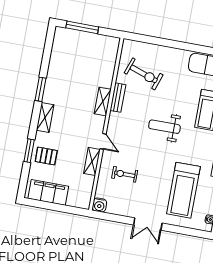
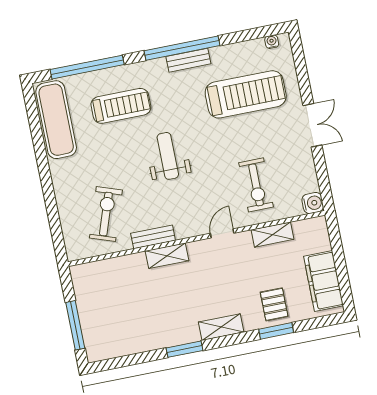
weight bench: (164, 127) -> (168, 156), turned 180
shelving: (92, 161) -> (272, 235), moved
exercise bike: (125, 174) -> (256, 185), width x1.38, depth x1.39

